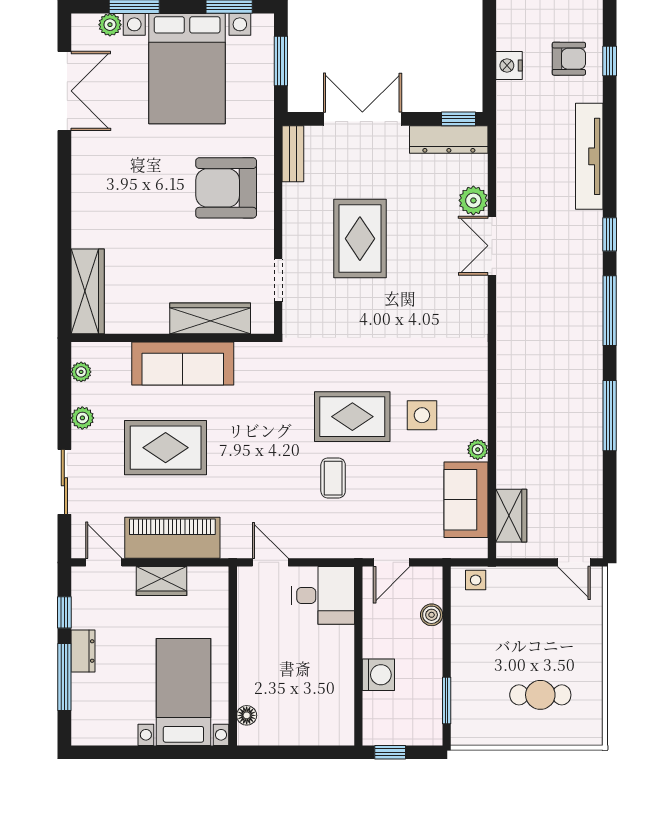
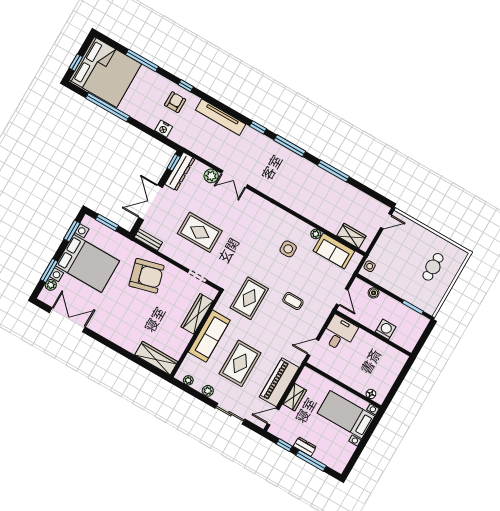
armchair: (226, 188) -> (147, 276), turned -105
rug: (352, 417) -> (249, 298), moved
window: (390, 752) -> (421, 343), removed

